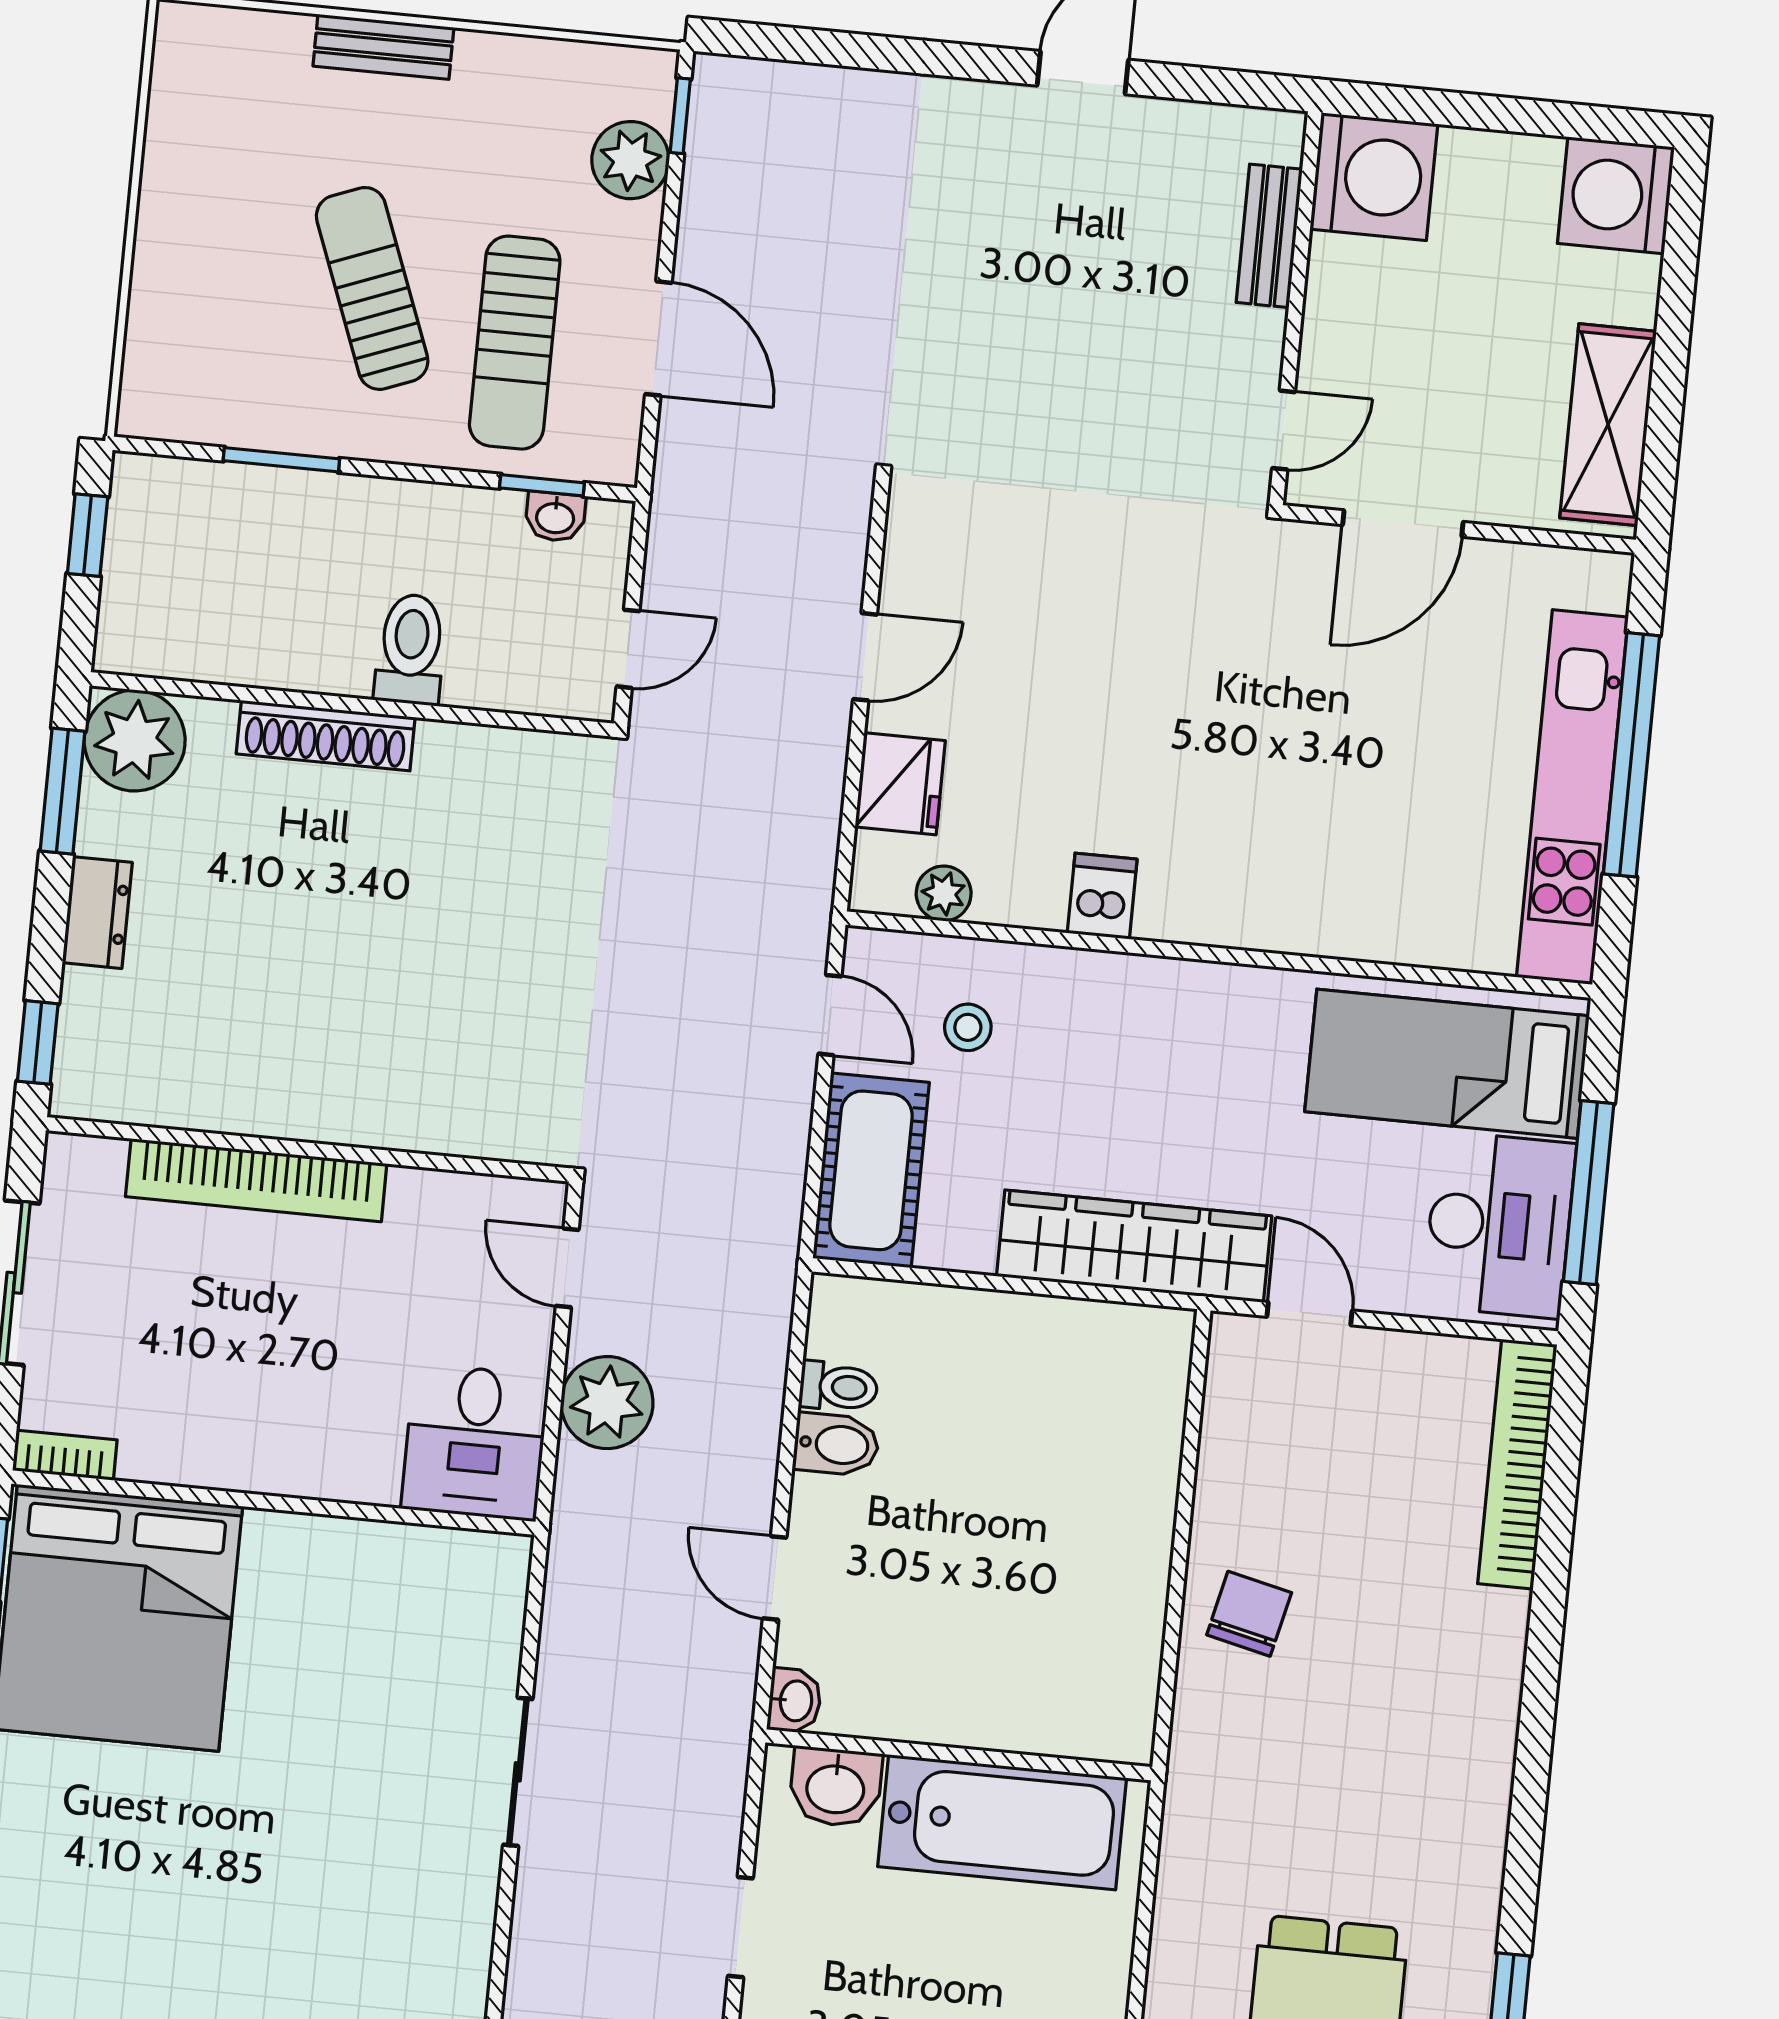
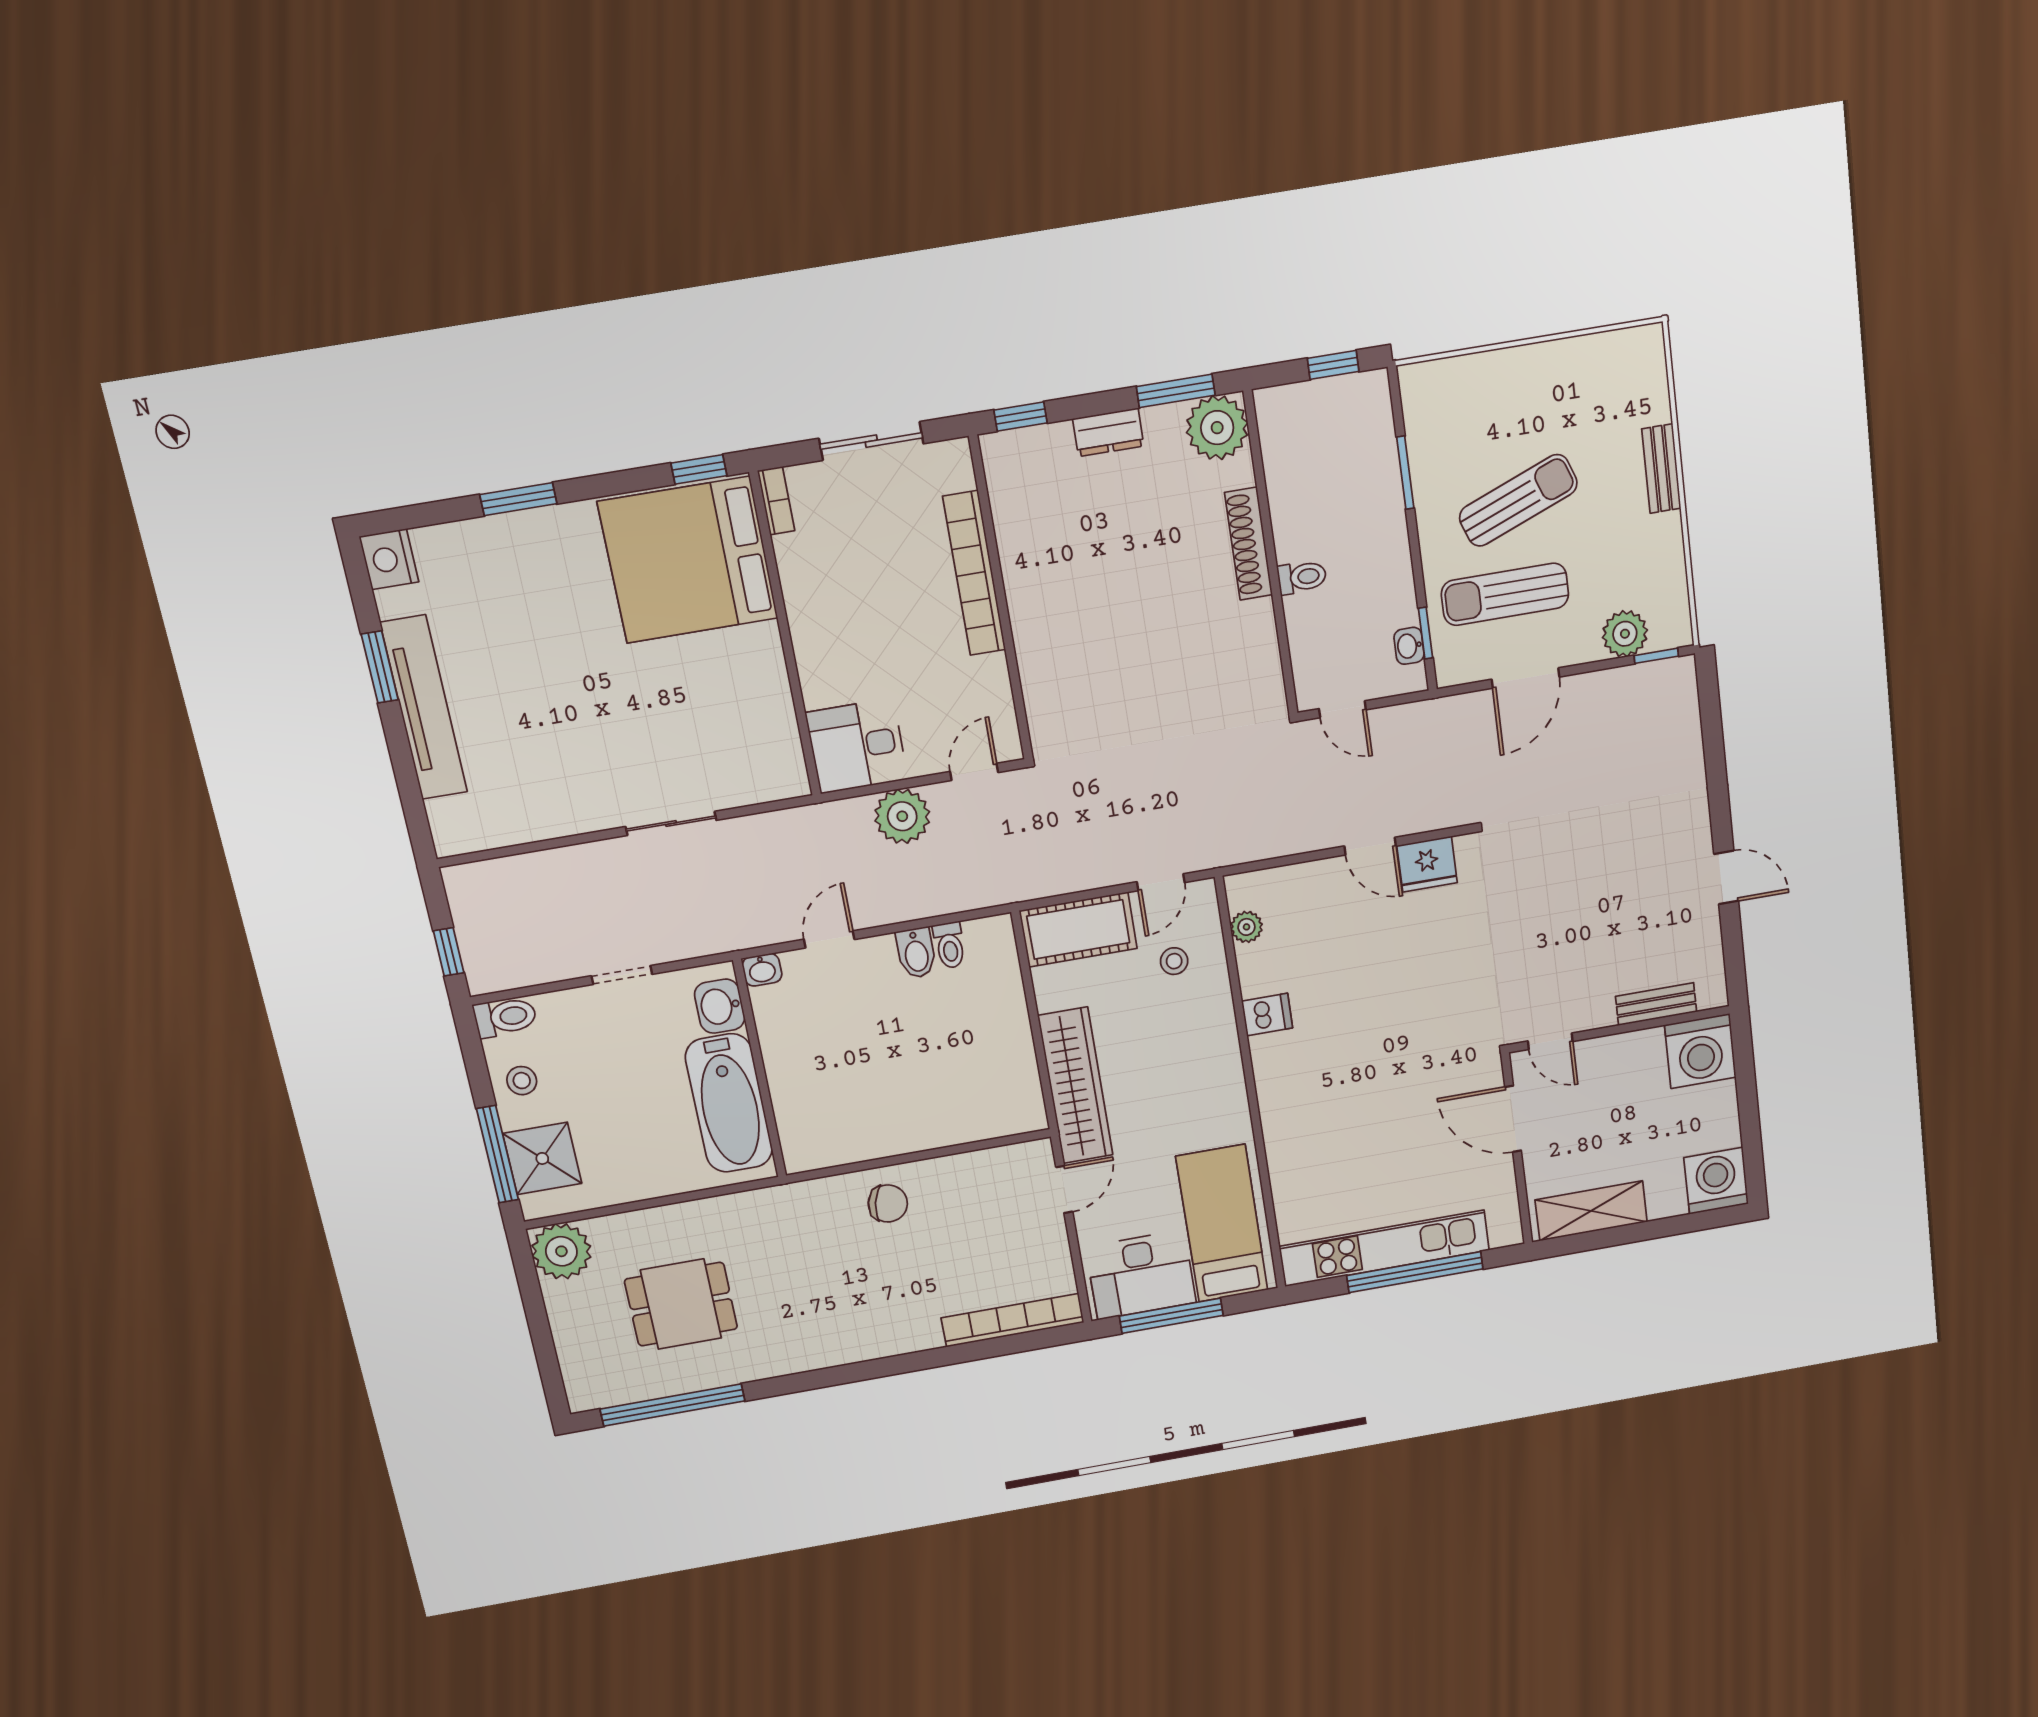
toilet: (411, 649) -> (1302, 577), width x0.73, depth x0.72
fridge: (900, 784) -> (1427, 864), moved

